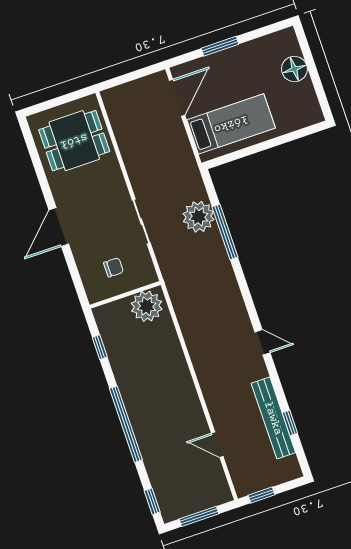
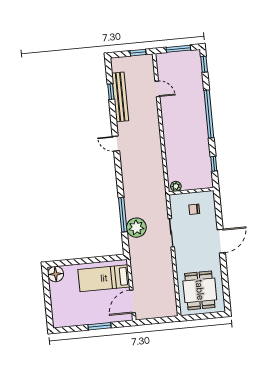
floor lamp: (294, 69) -> (56, 274), moved
dining table: (74, 141) -> (200, 290), turned 90
plant: (147, 306) -> (176, 186), width x0.53, depth x0.53

